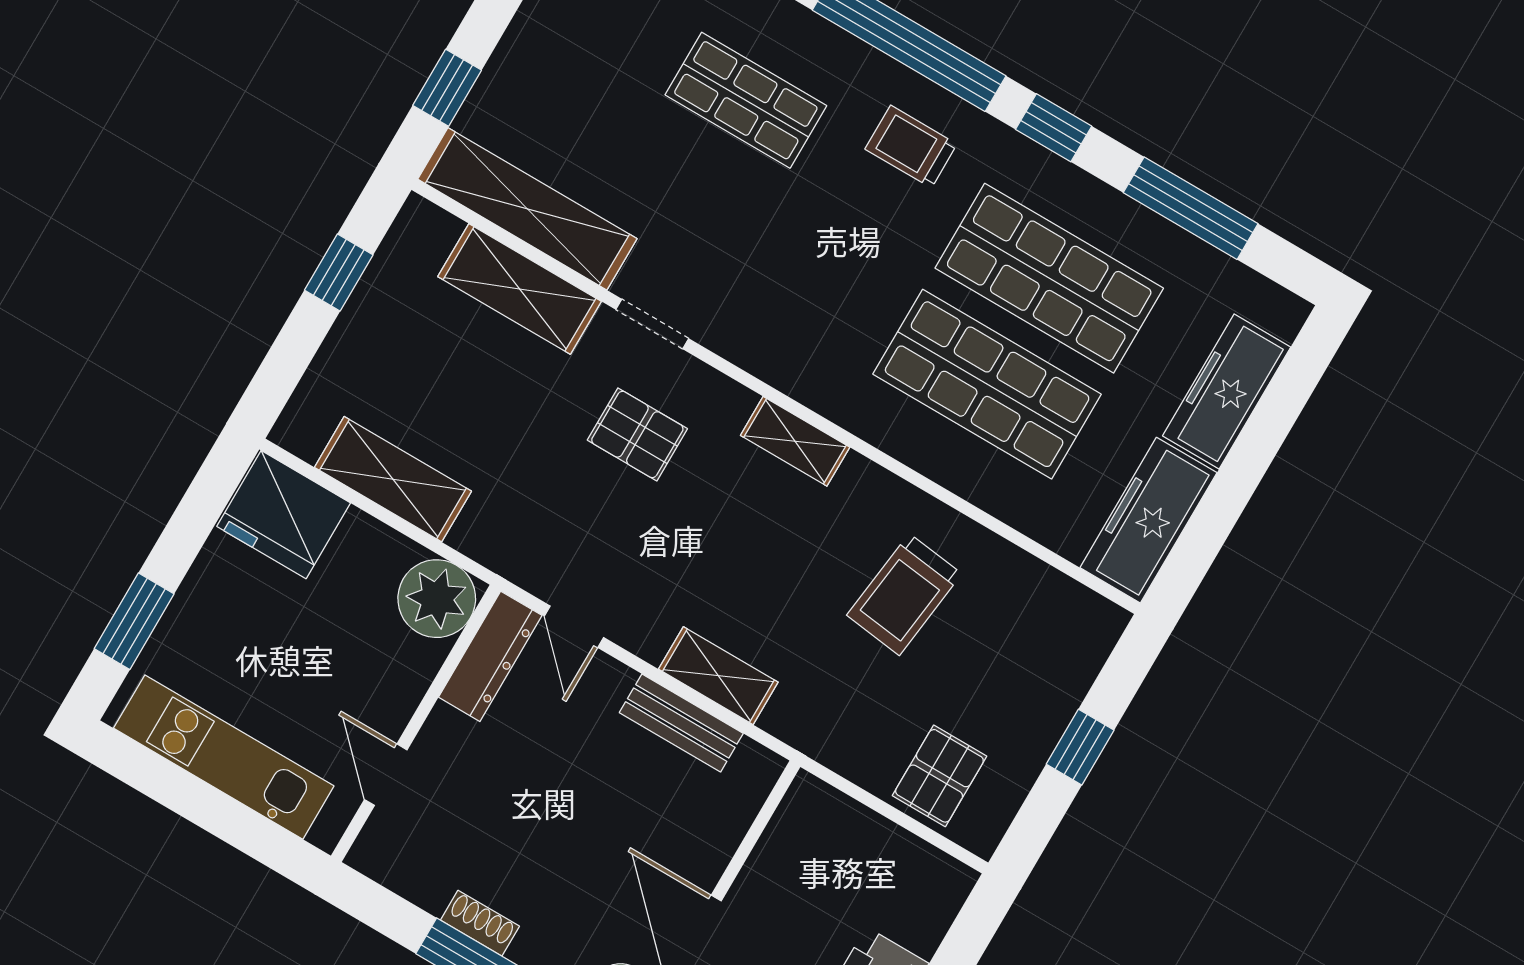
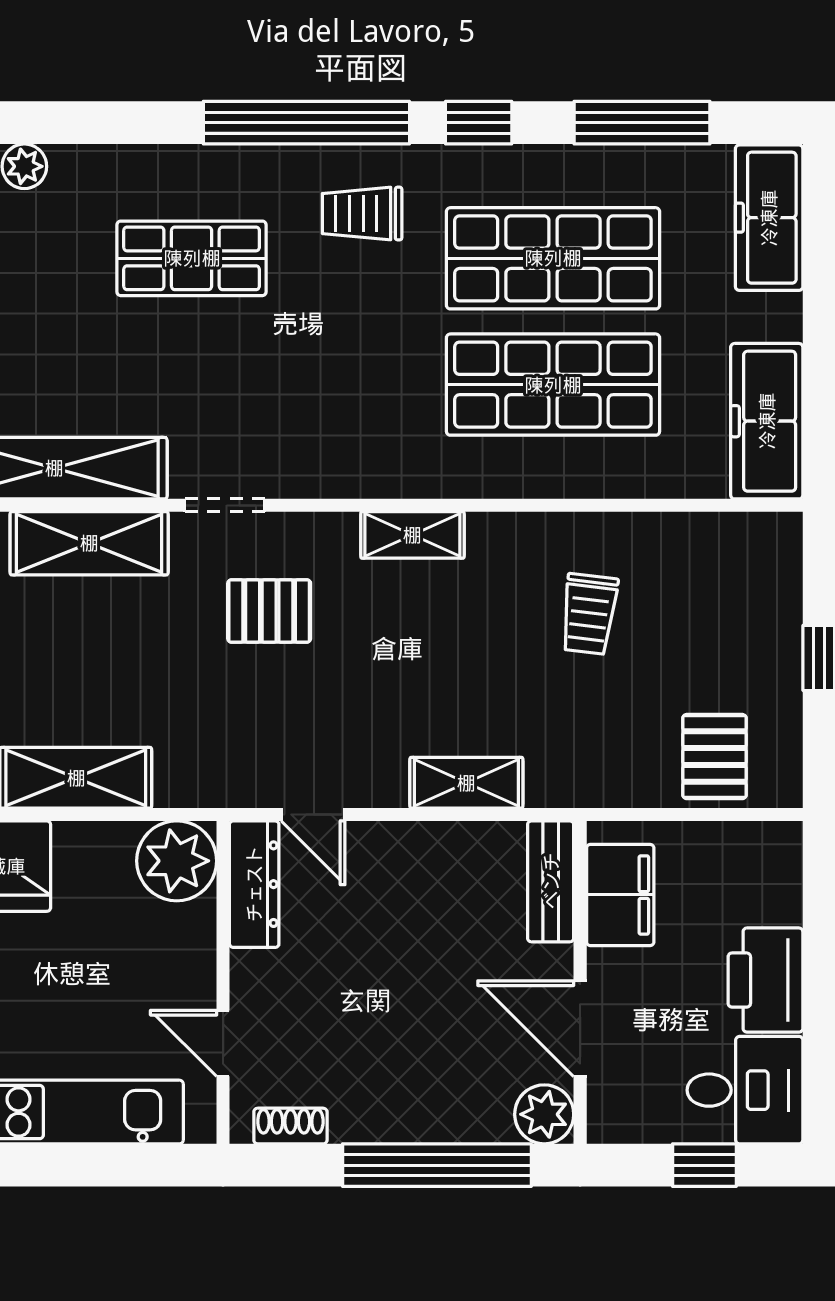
freezer: (1227, 391) -> (769, 218), moved
trolley: (904, 594) -> (589, 614), width x0.73, depth x0.72
bench: (681, 723) -> (551, 881), moved, turned 90
filing cabinet: (792, 846) -> (620, 895), added
shoe rack: (480, 923) -> (290, 1126), moved

